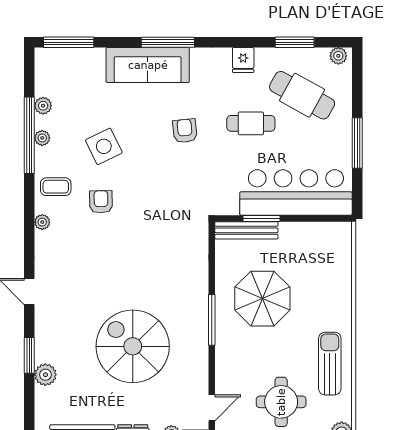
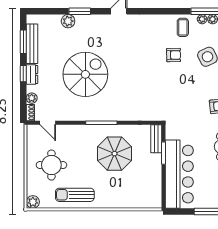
plant: (42, 222) -> (202, 19), moved
bench: (246, 230) -> (156, 139), width x0.73
sun lounger: (330, 364) -> (75, 195), turned 180

